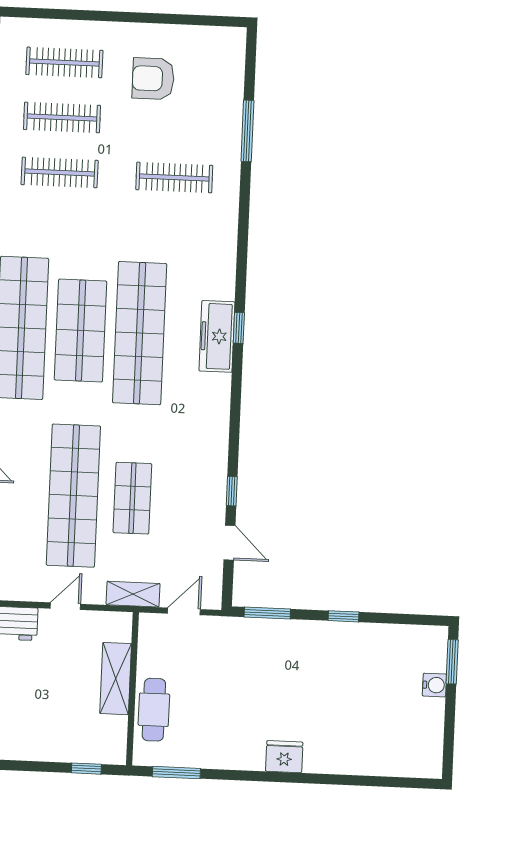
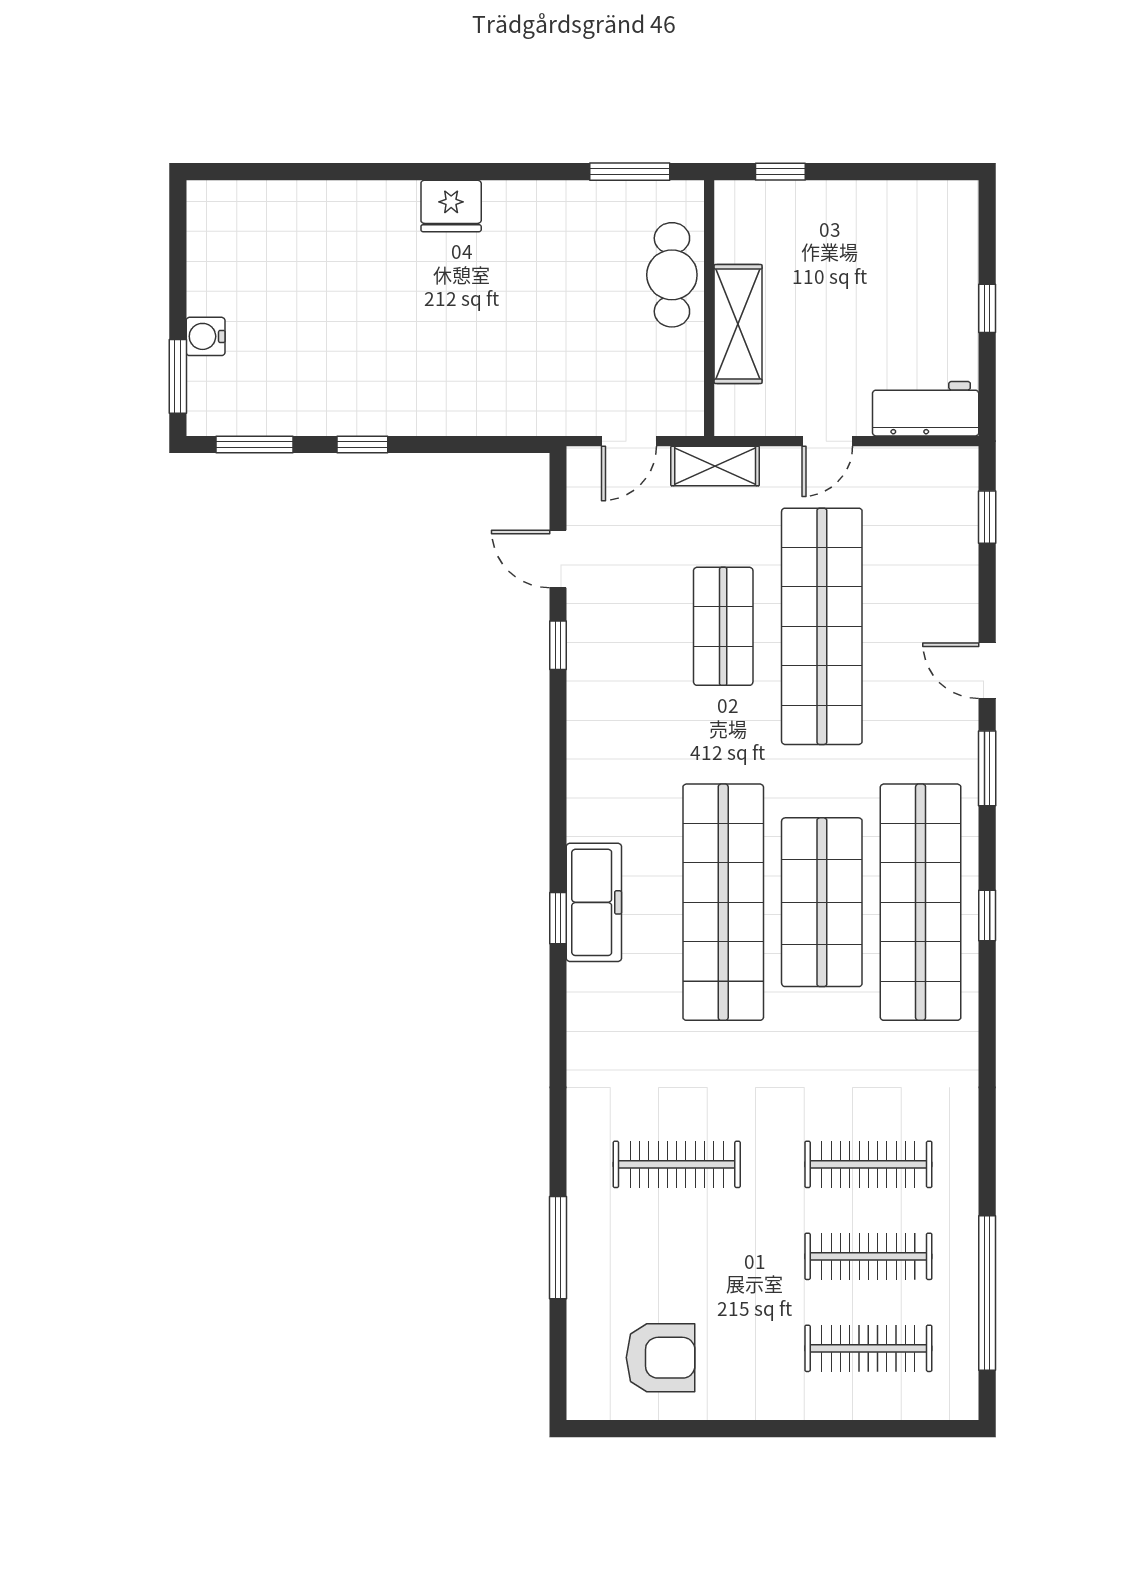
armchair: (153, 79) -> (661, 1358), moved
window: (267, 613) -> (255, 445), moved

